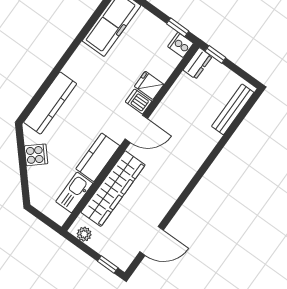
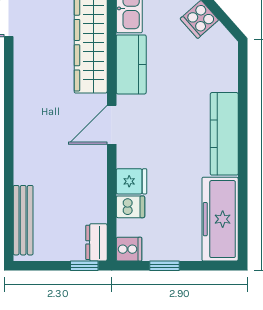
window: (178, 27) -> (164, 266), moved
dishwasher: (139, 102) -> (130, 207), moved
kitchen counter: (50, 103) -> (224, 134), moved

